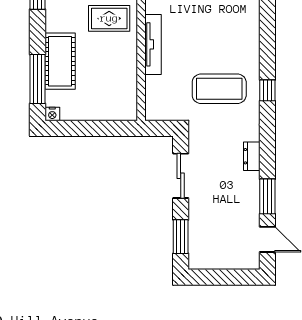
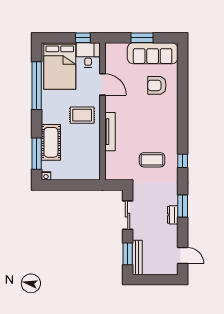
coffee table: (219, 89) -> (152, 160), width x0.73, depth x0.76
dresser: (252, 156) -> (173, 215), moved
window: (267, 196) -> (183, 206), moved
bench: (196, 242) -> (137, 258), added

